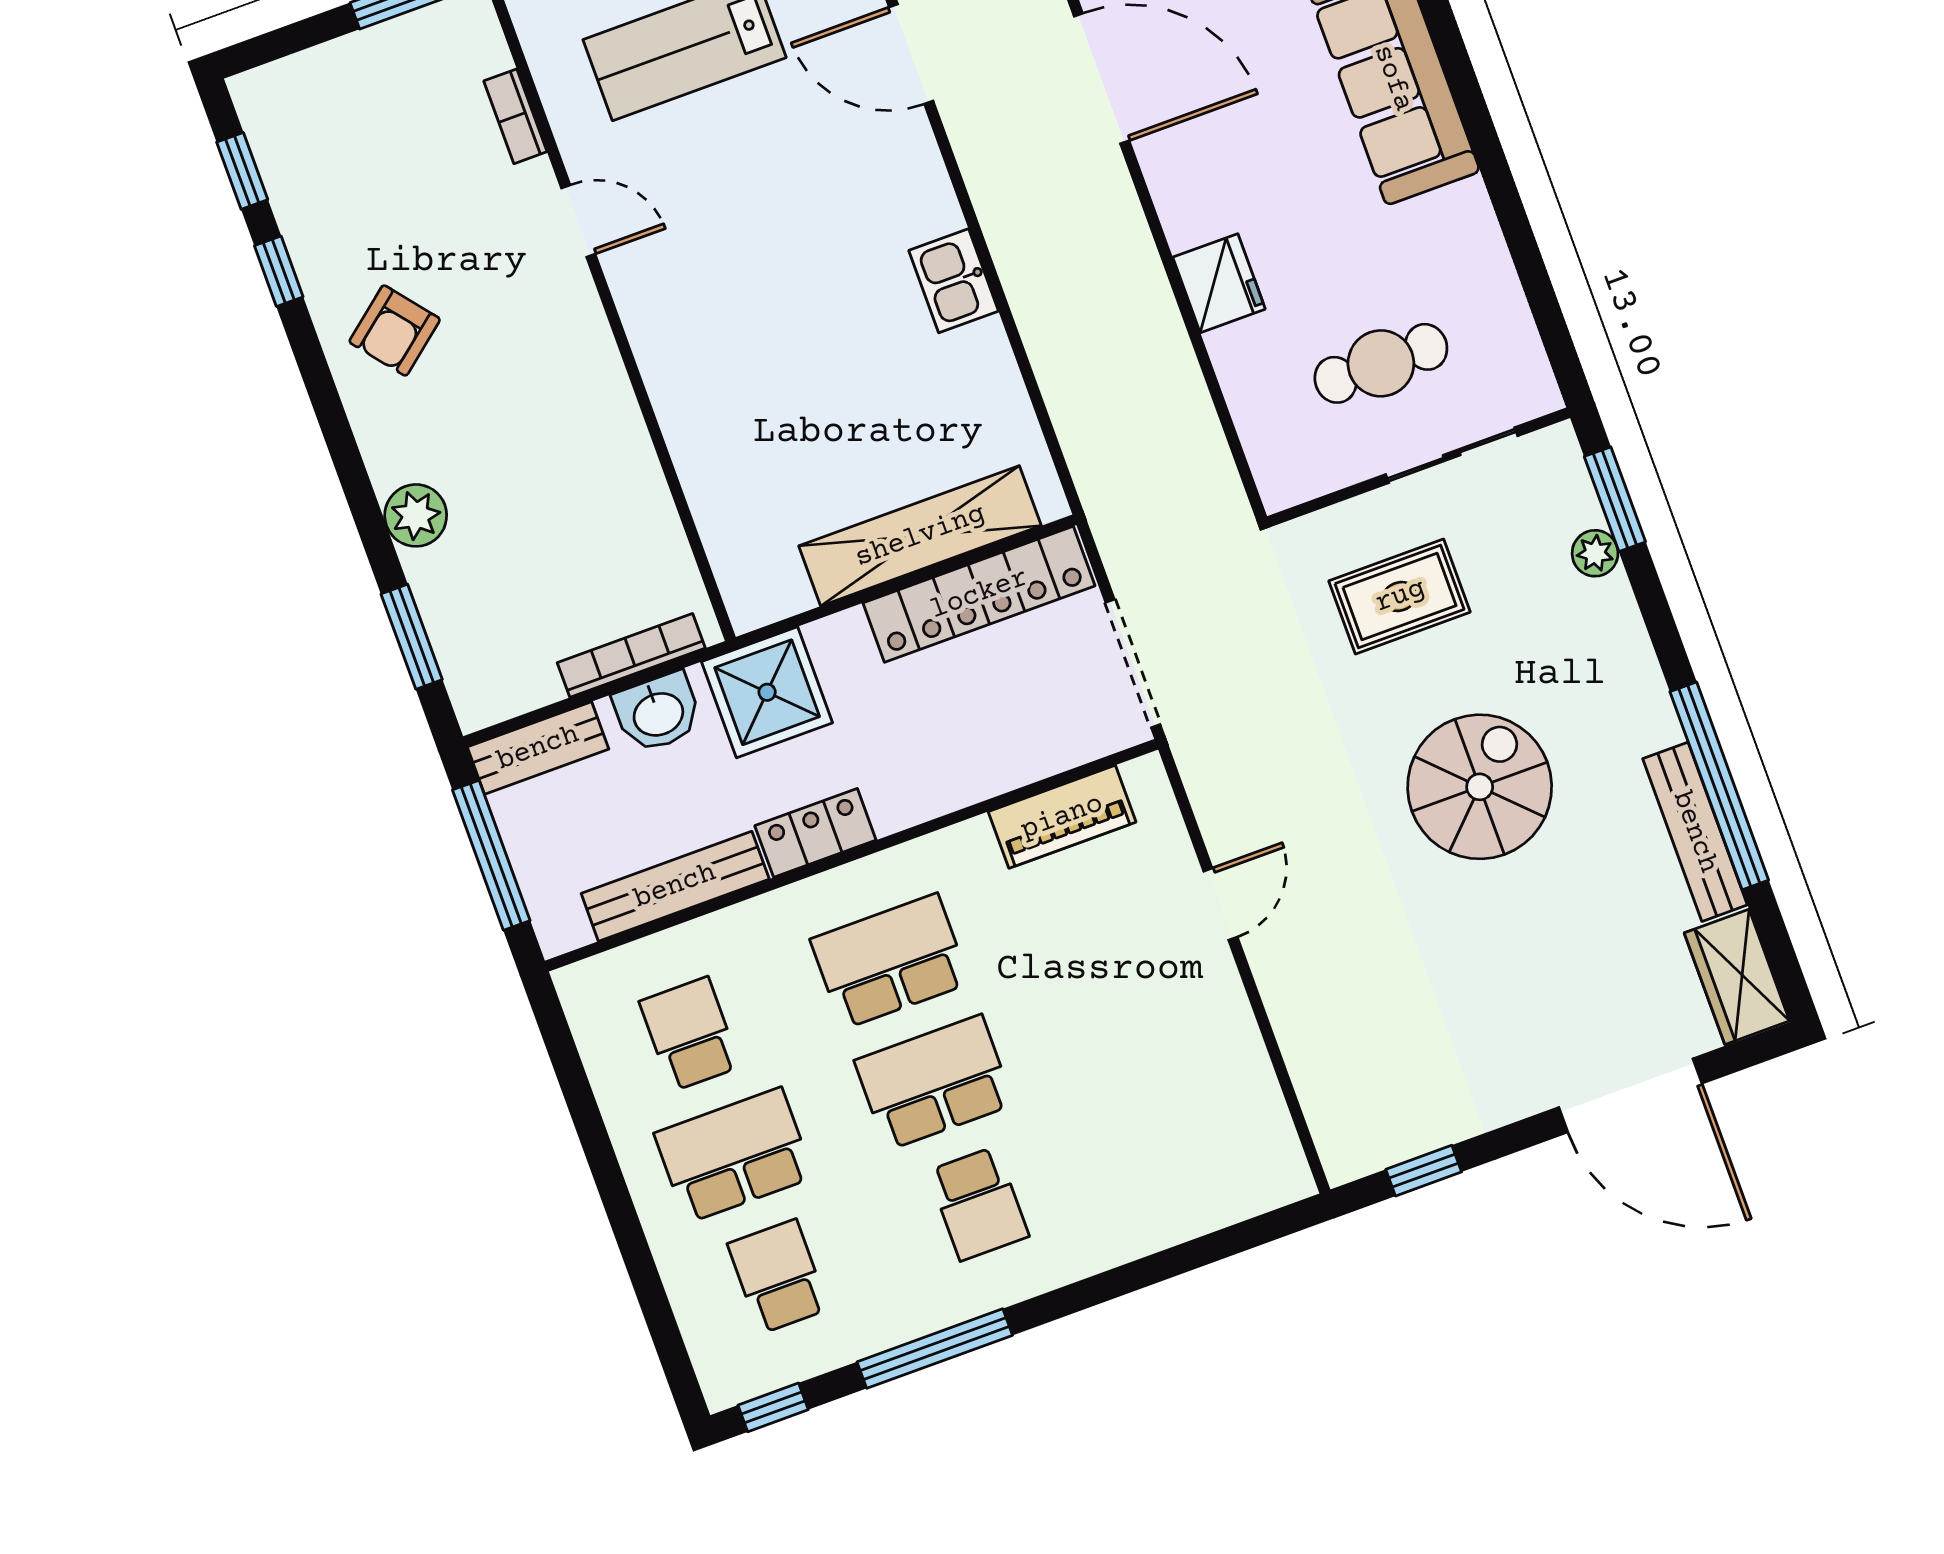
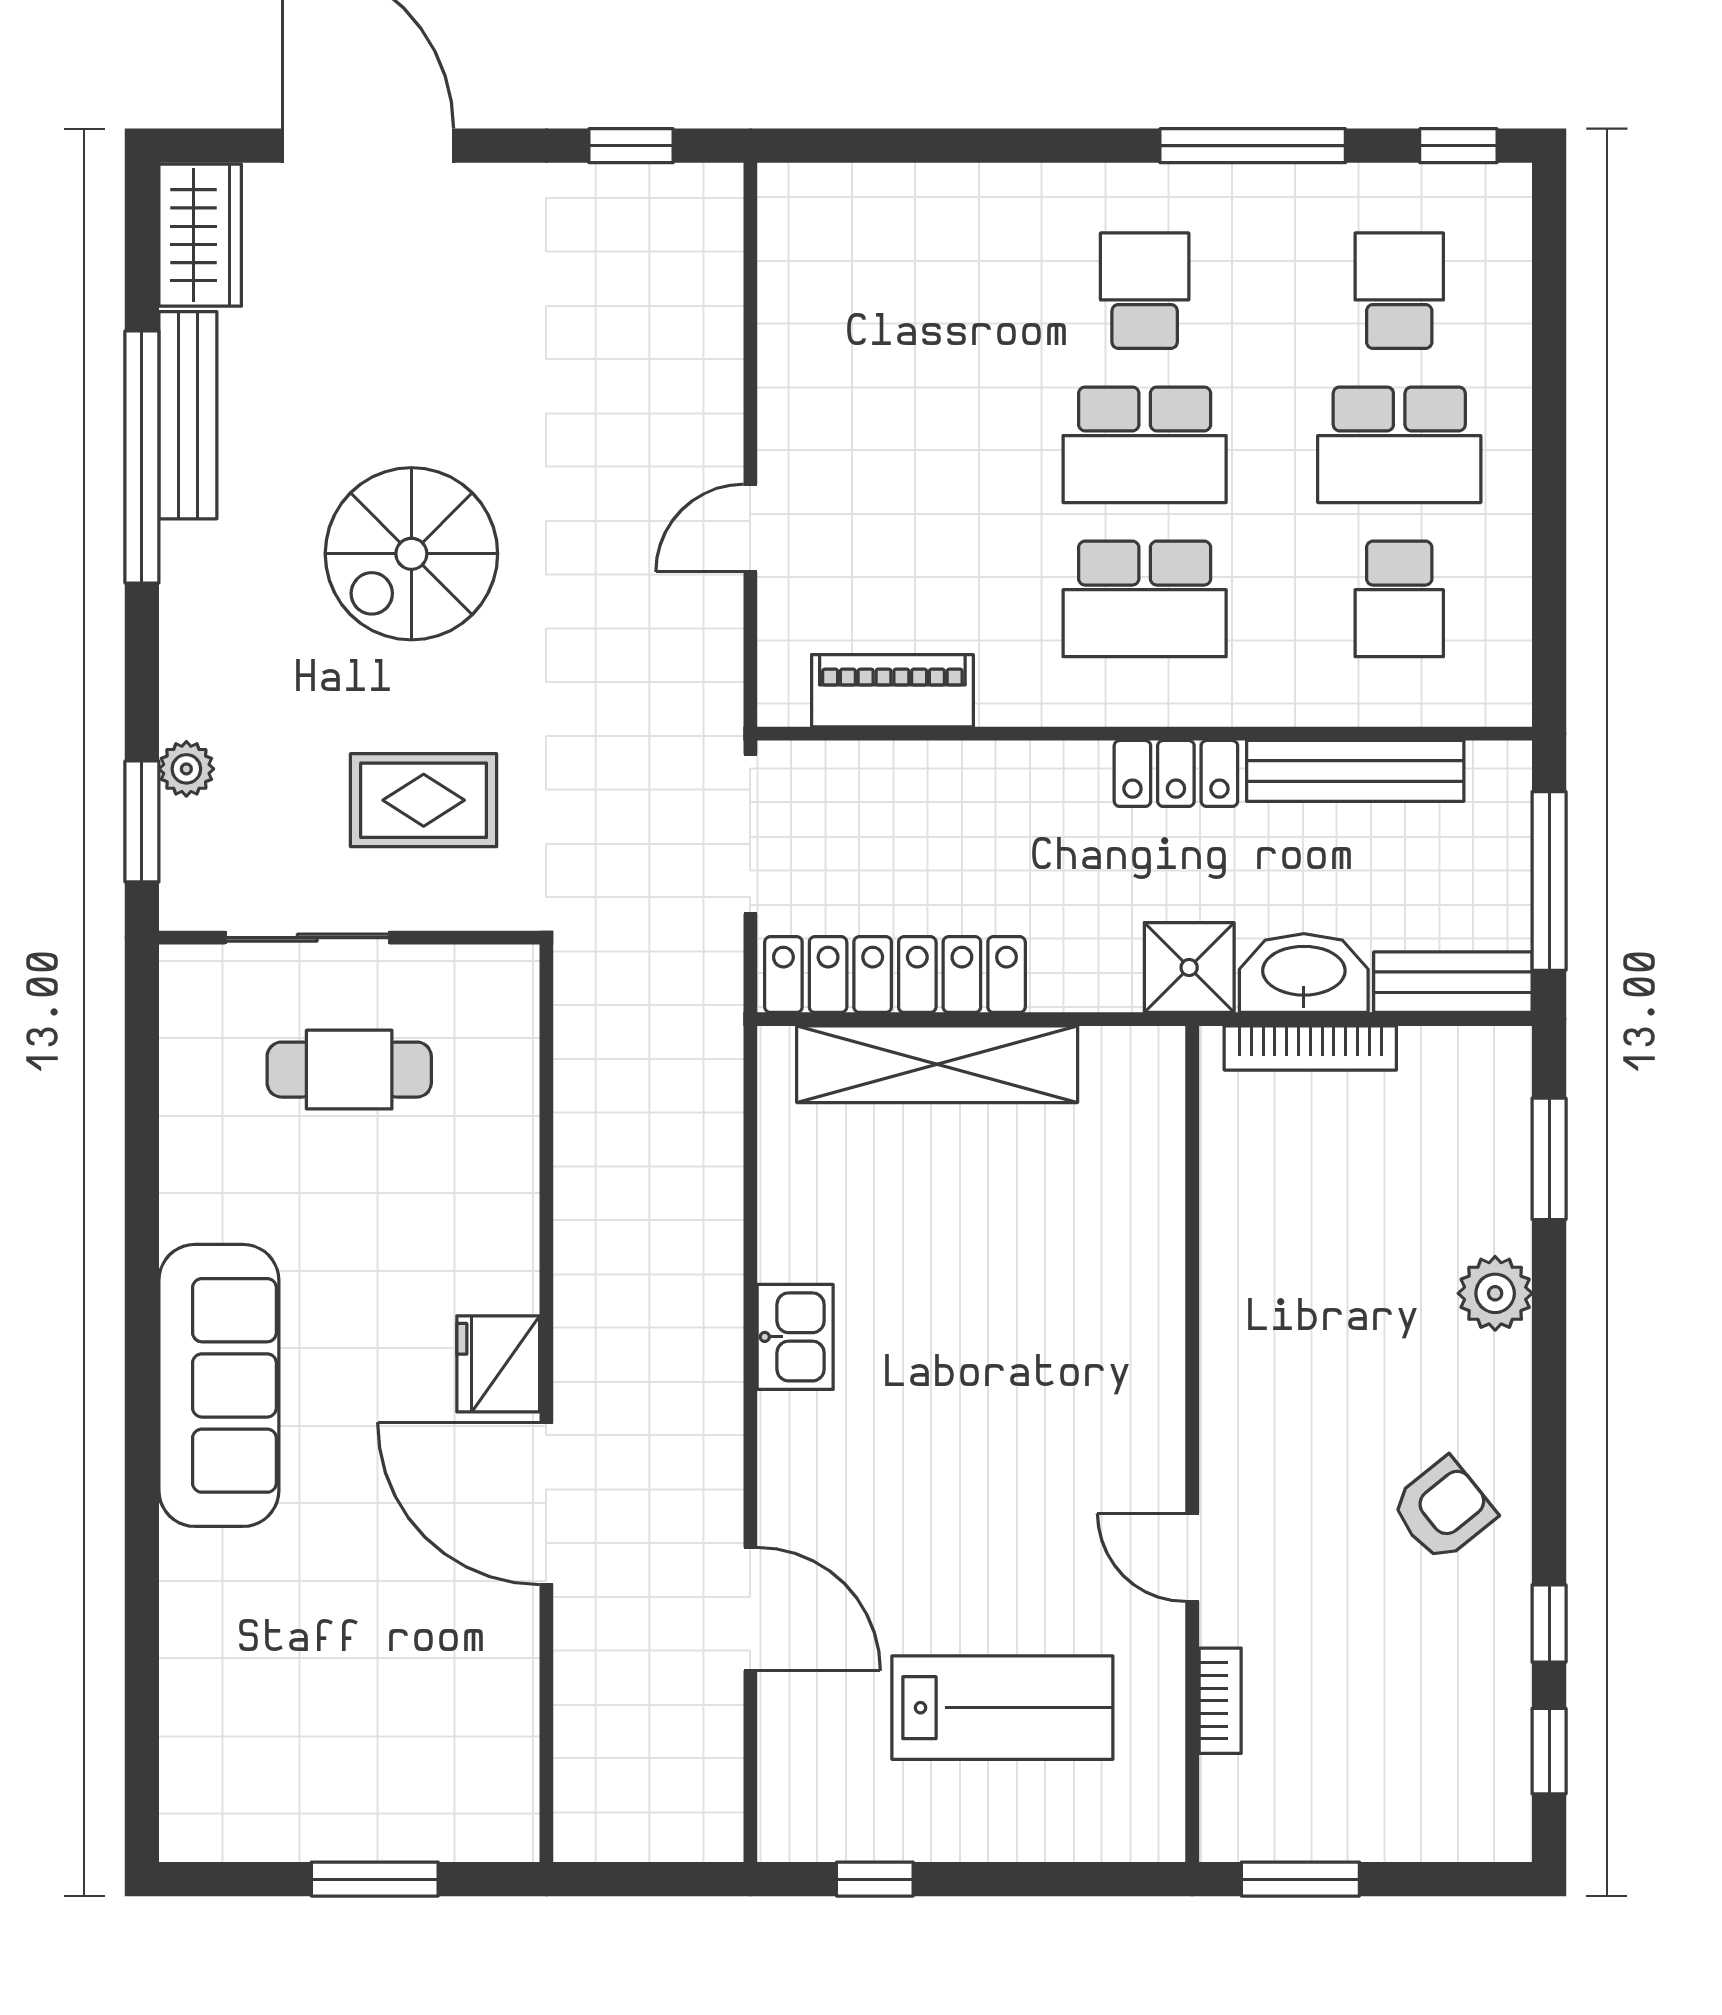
fridge: (1219, 283) -> (498, 1364), moved
shower: (767, 692) -> (1189, 968), width x0.73, depth x0.73
washbasin: (658, 713) -> (1304, 973), width x1.38
school desk: (778, 1276) -> (1399, 291), turned 180

